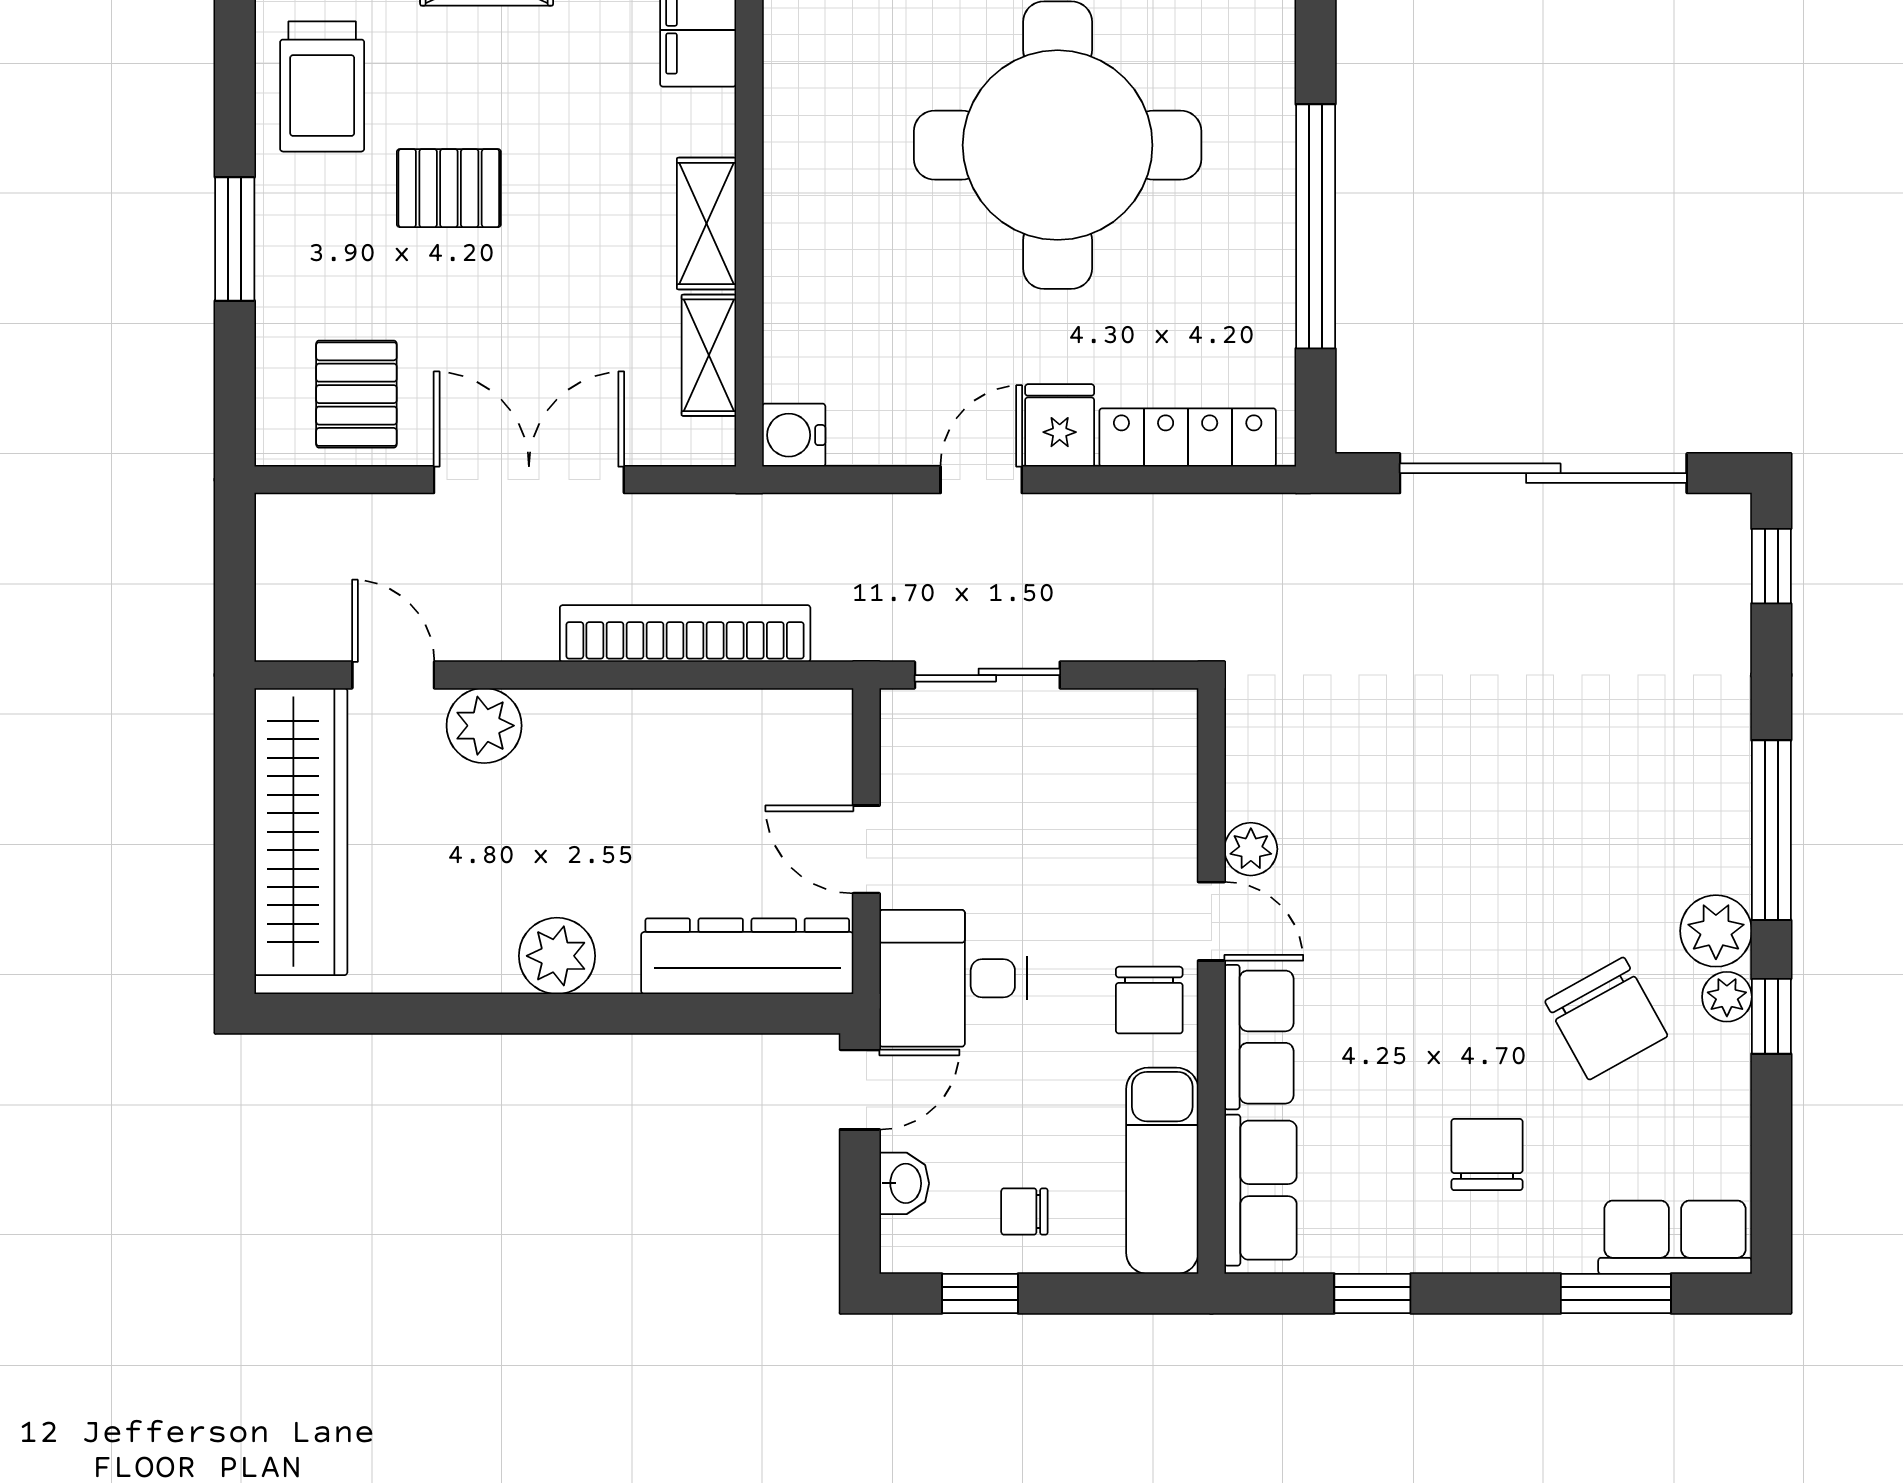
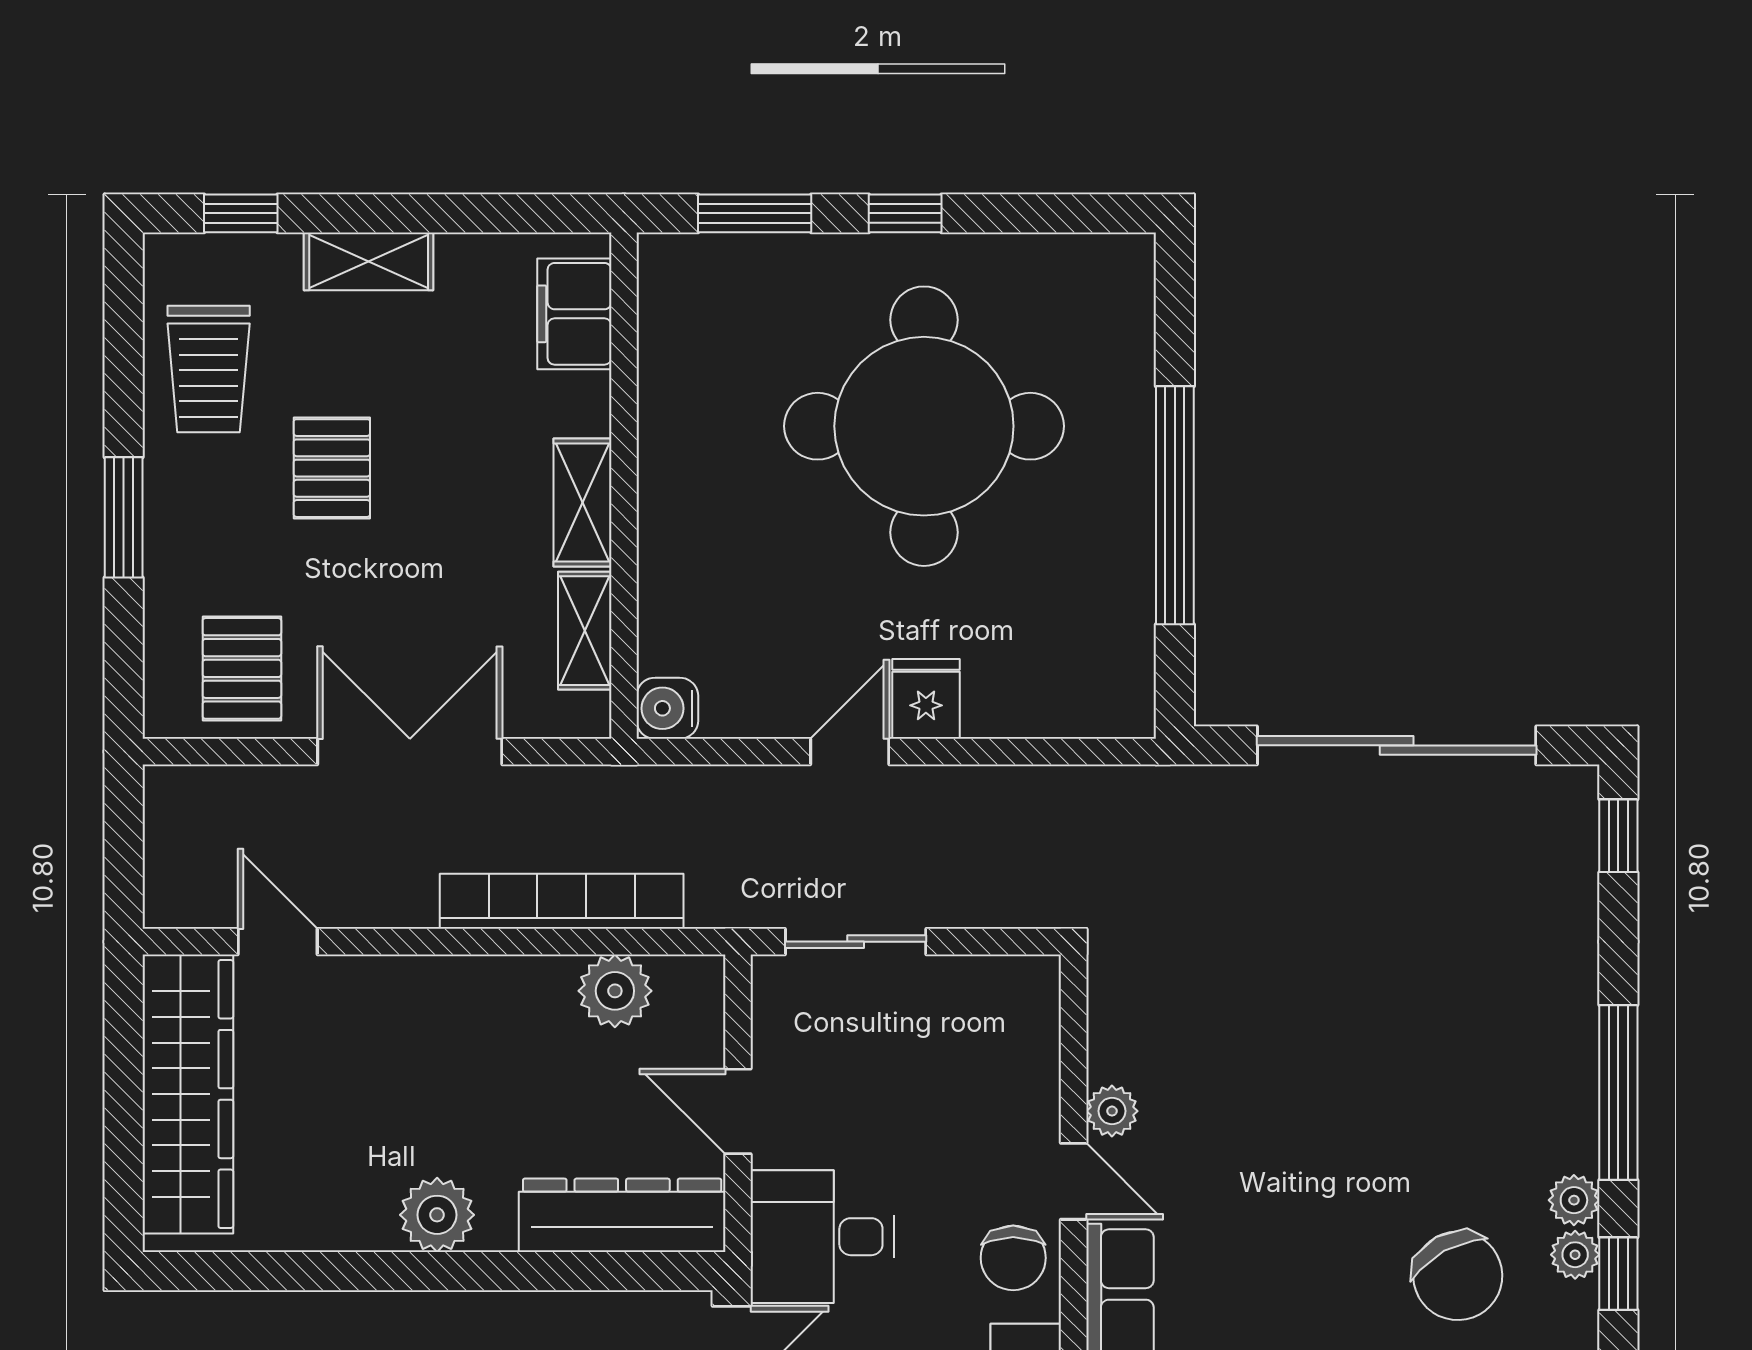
pallet: (449, 188) -> (332, 468), turned 90
locker: (1188, 437) -> (1051, 711), removed
plant: (484, 726) -> (615, 991), moved
plant: (1716, 931) -> (1574, 1200), width x0.73, depth x0.73

